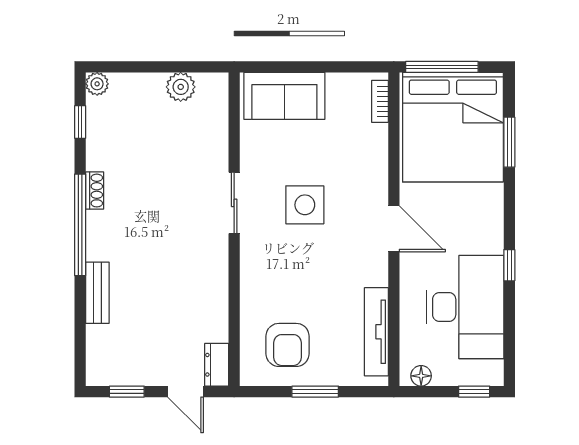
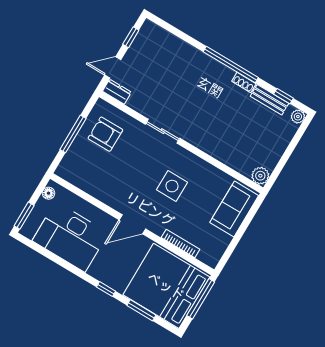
plant: (181, 87) -> (260, 176), moved
bookcase: (380, 101) -> (180, 243), moved, width x1.56
sliding door: (234, 203) -> (163, 131), moved
window: (509, 265) -> (106, 289), moved
bench: (97, 293) -> (269, 100), moved
tv unit: (376, 332) -> (85, 184), removed
window: (315, 392) -> (73, 134), width x1.44
window: (474, 392) -> (24, 216), width x1.50

